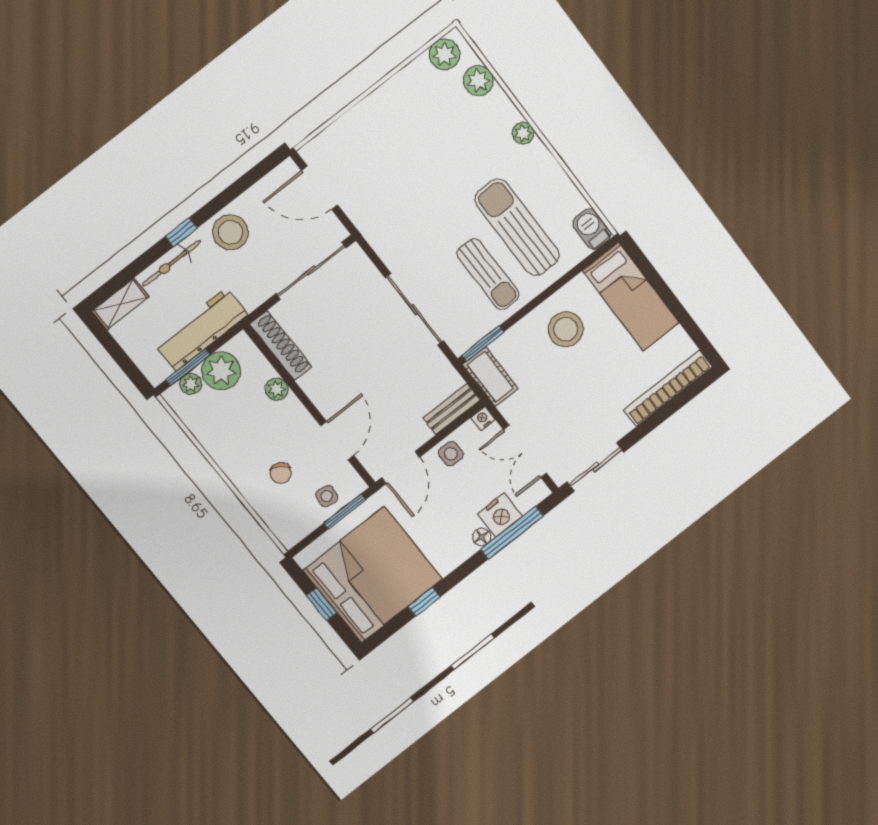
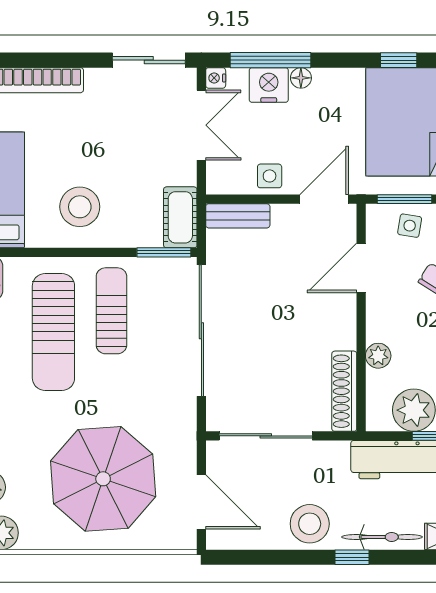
parasol: (402, 150) -> (103, 479), added
sliding door: (414, 309) -> (201, 331), width x1.36
nightstand: (483, 419) -> (216, 78), moved, turned 90

